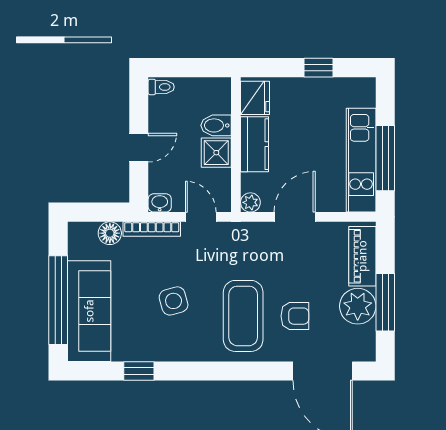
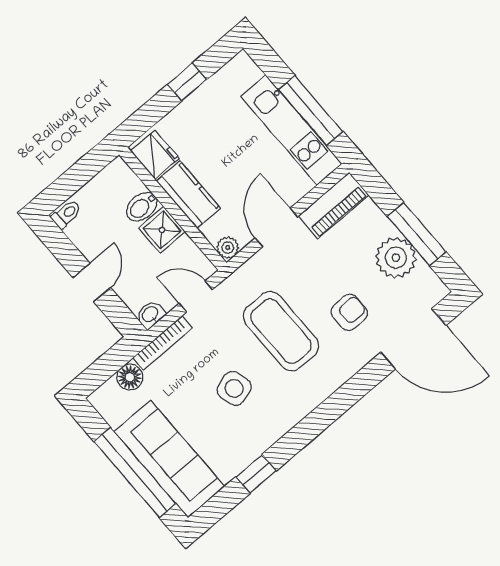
piano: (362, 256) -> (333, 206), moved, turned -90
coffee table: (243, 316) -> (281, 331), moved

